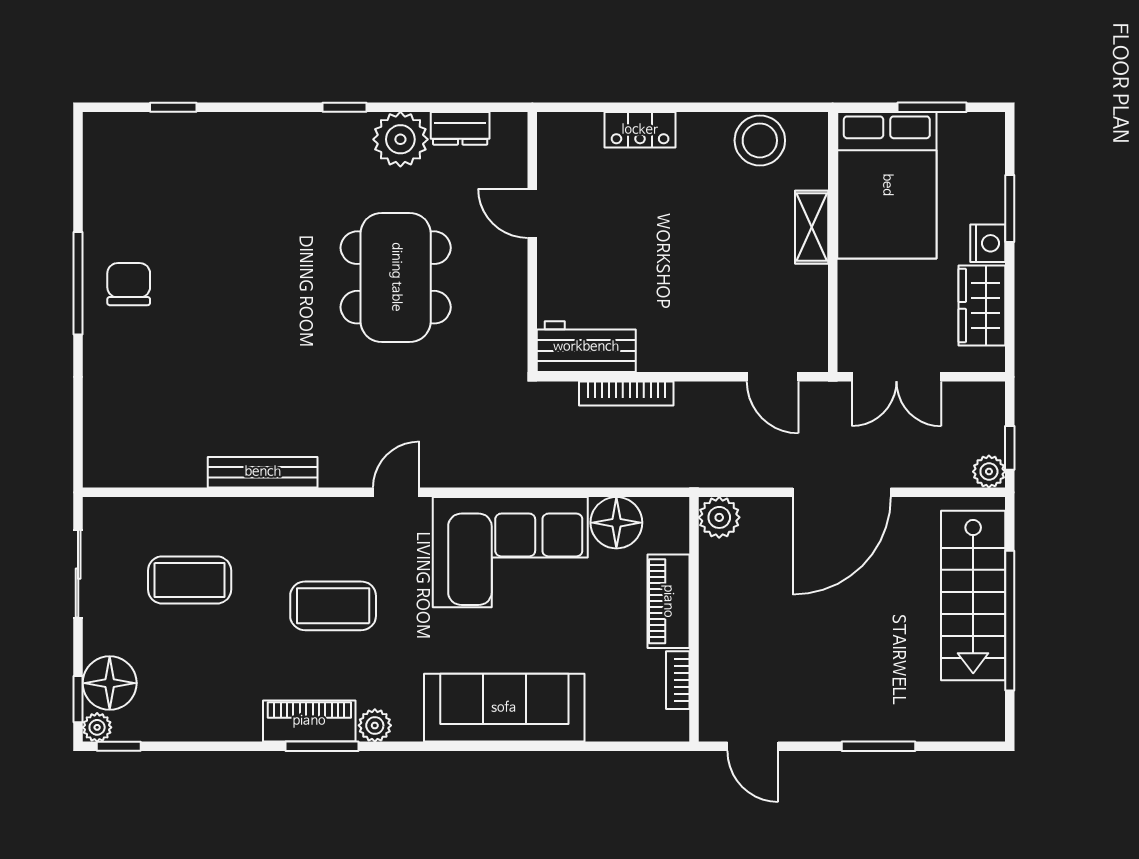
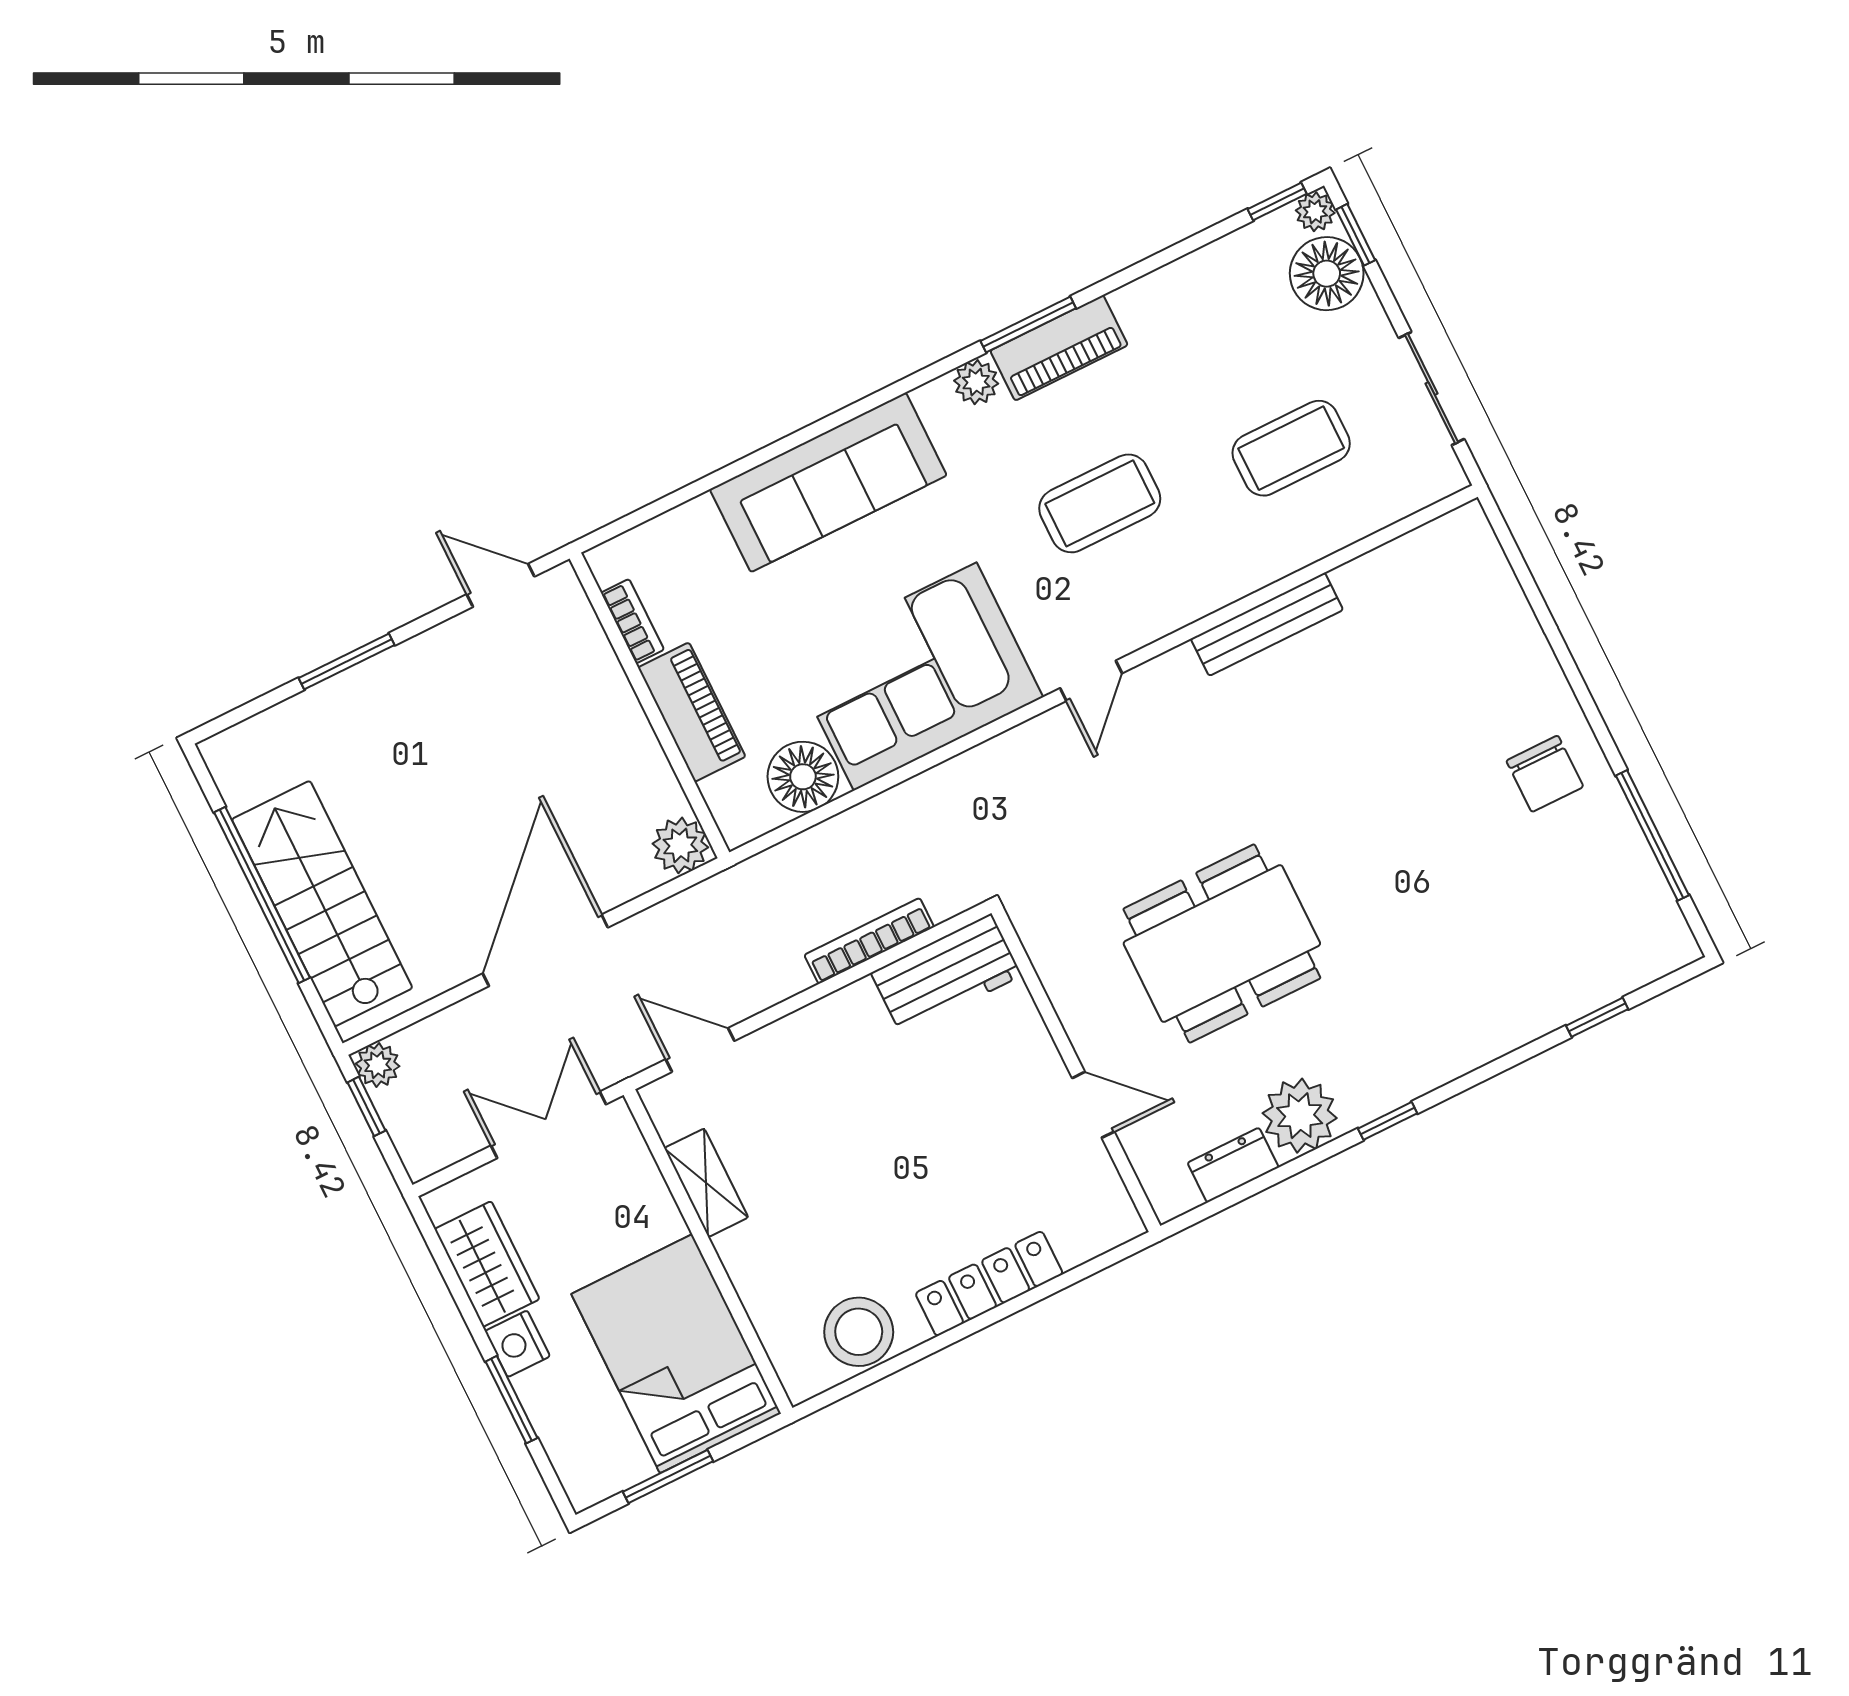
locker: (640, 130) -> (989, 1284), width x1.53
shelving: (812, 227) -> (706, 1183), moved
dining table: (396, 277) -> (1222, 944), turned 90
window: (78, 283) -> (1652, 835), moved

